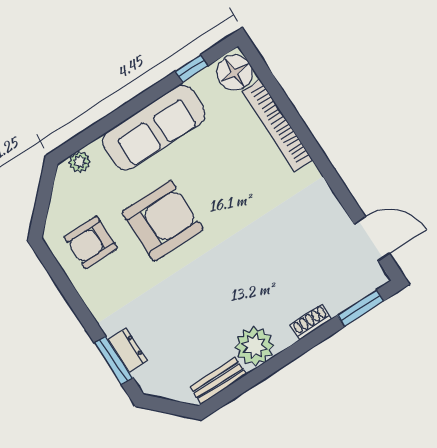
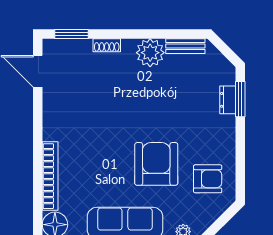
armchair: (162, 221) -> (156, 164), turned 90

